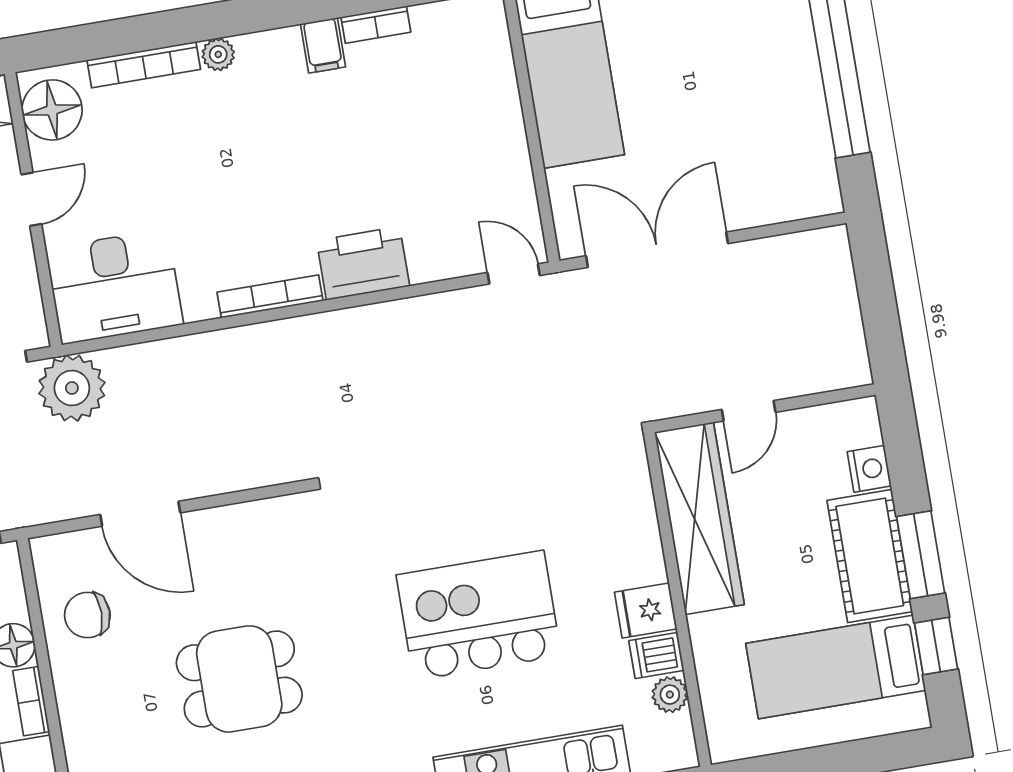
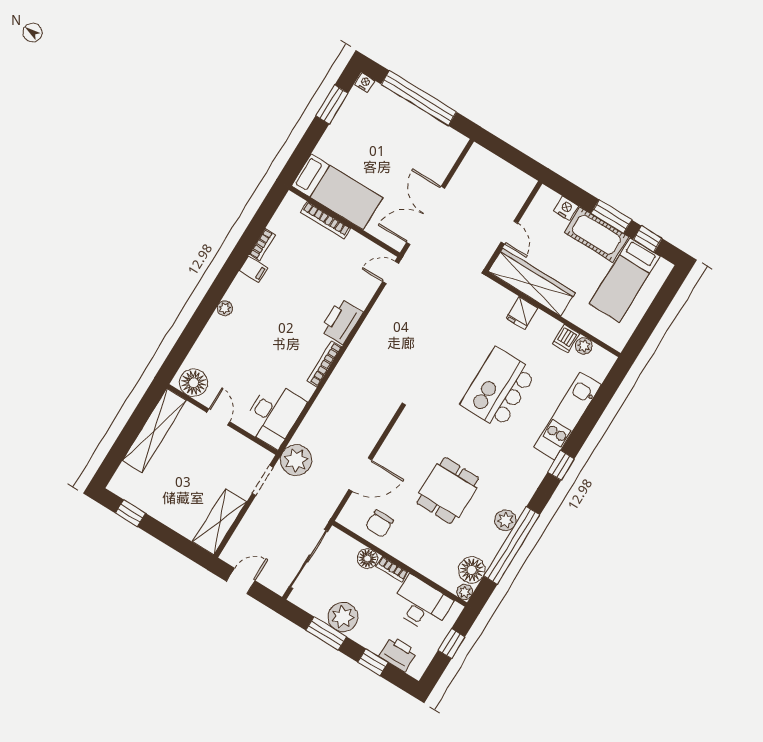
bookcase: (144, 65) -> (325, 220), moved, turned 90
fridge: (646, 611) -> (522, 313), moved

